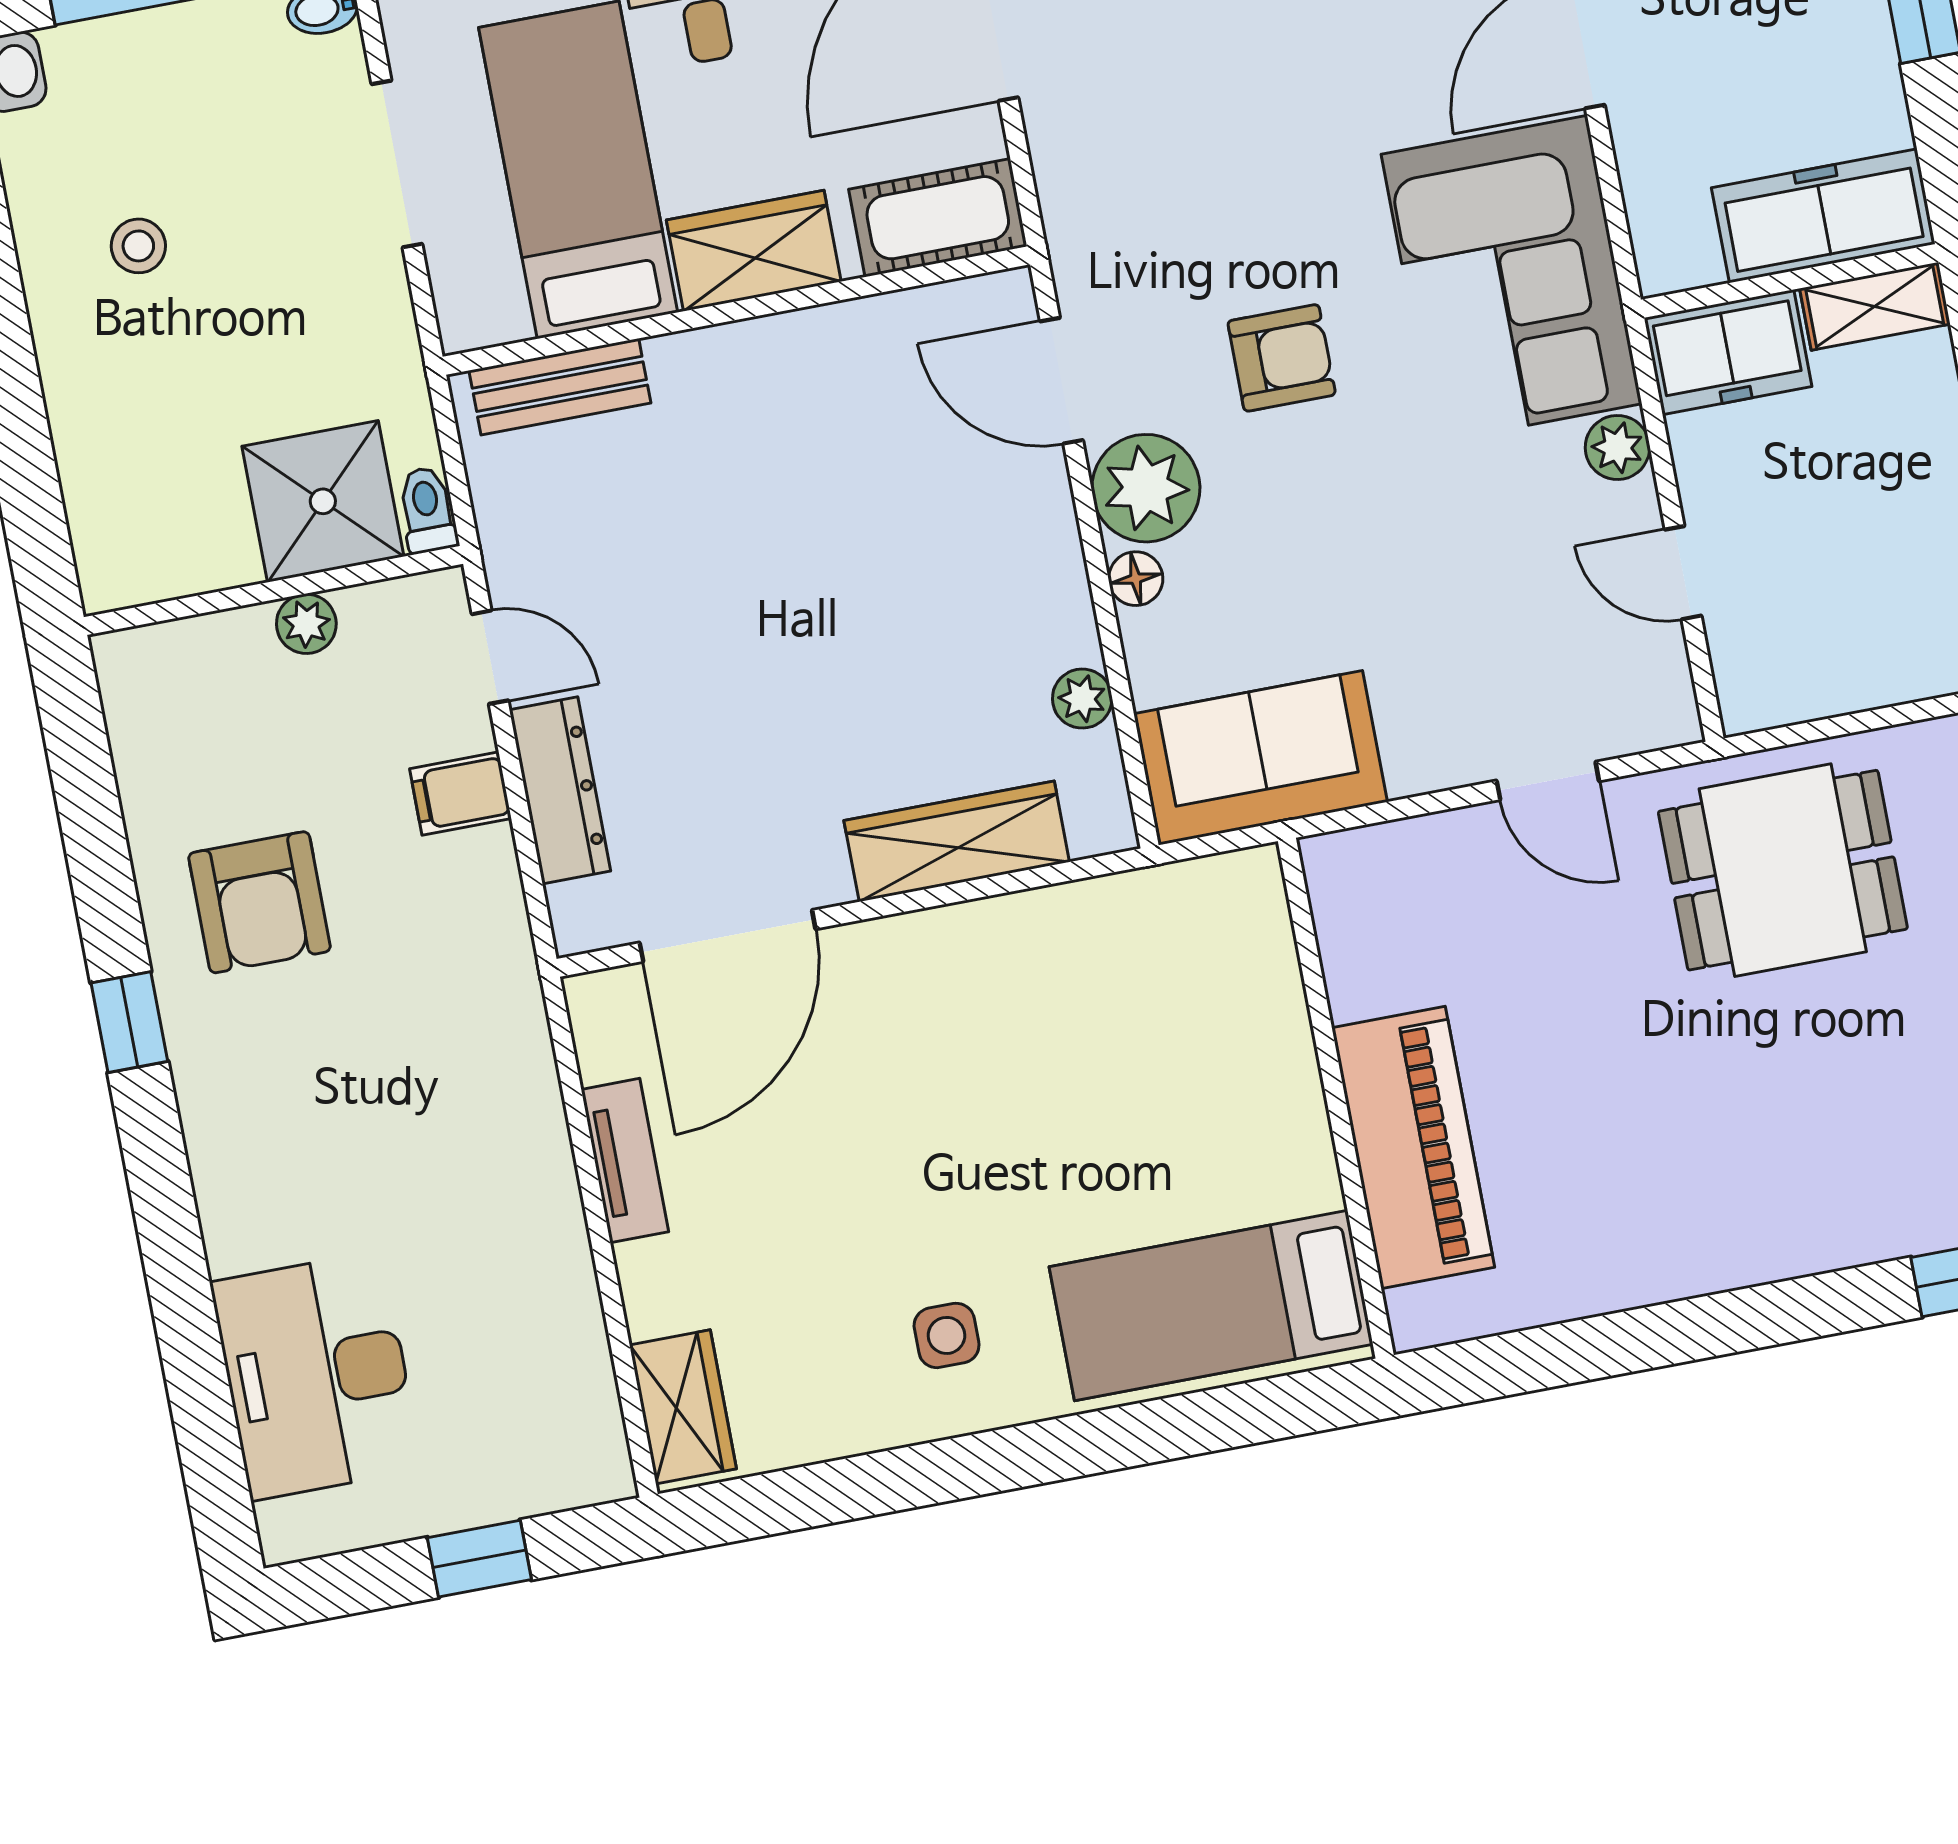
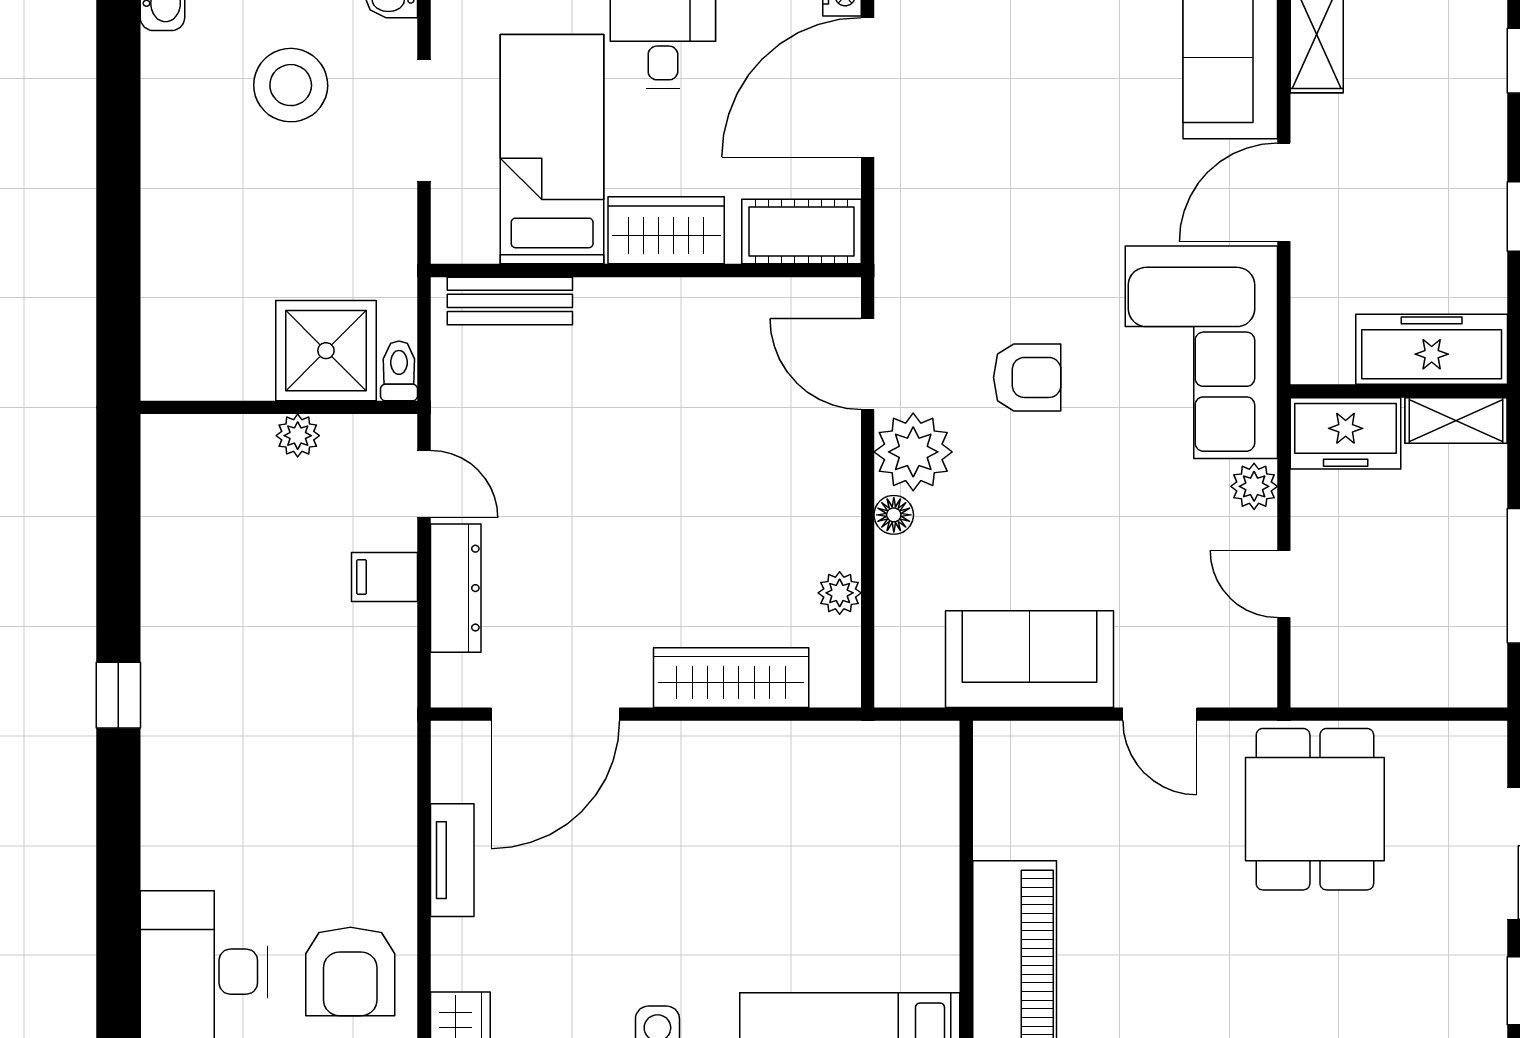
stool: (138, 246) -> (291, 85), moved, width x1.89, depth x1.89
sofa: (1261, 758) -> (1029, 659), moved
dining table: (1783, 870) -> (1315, 809), turned 90
armchair: (259, 902) -> (350, 971), moved

